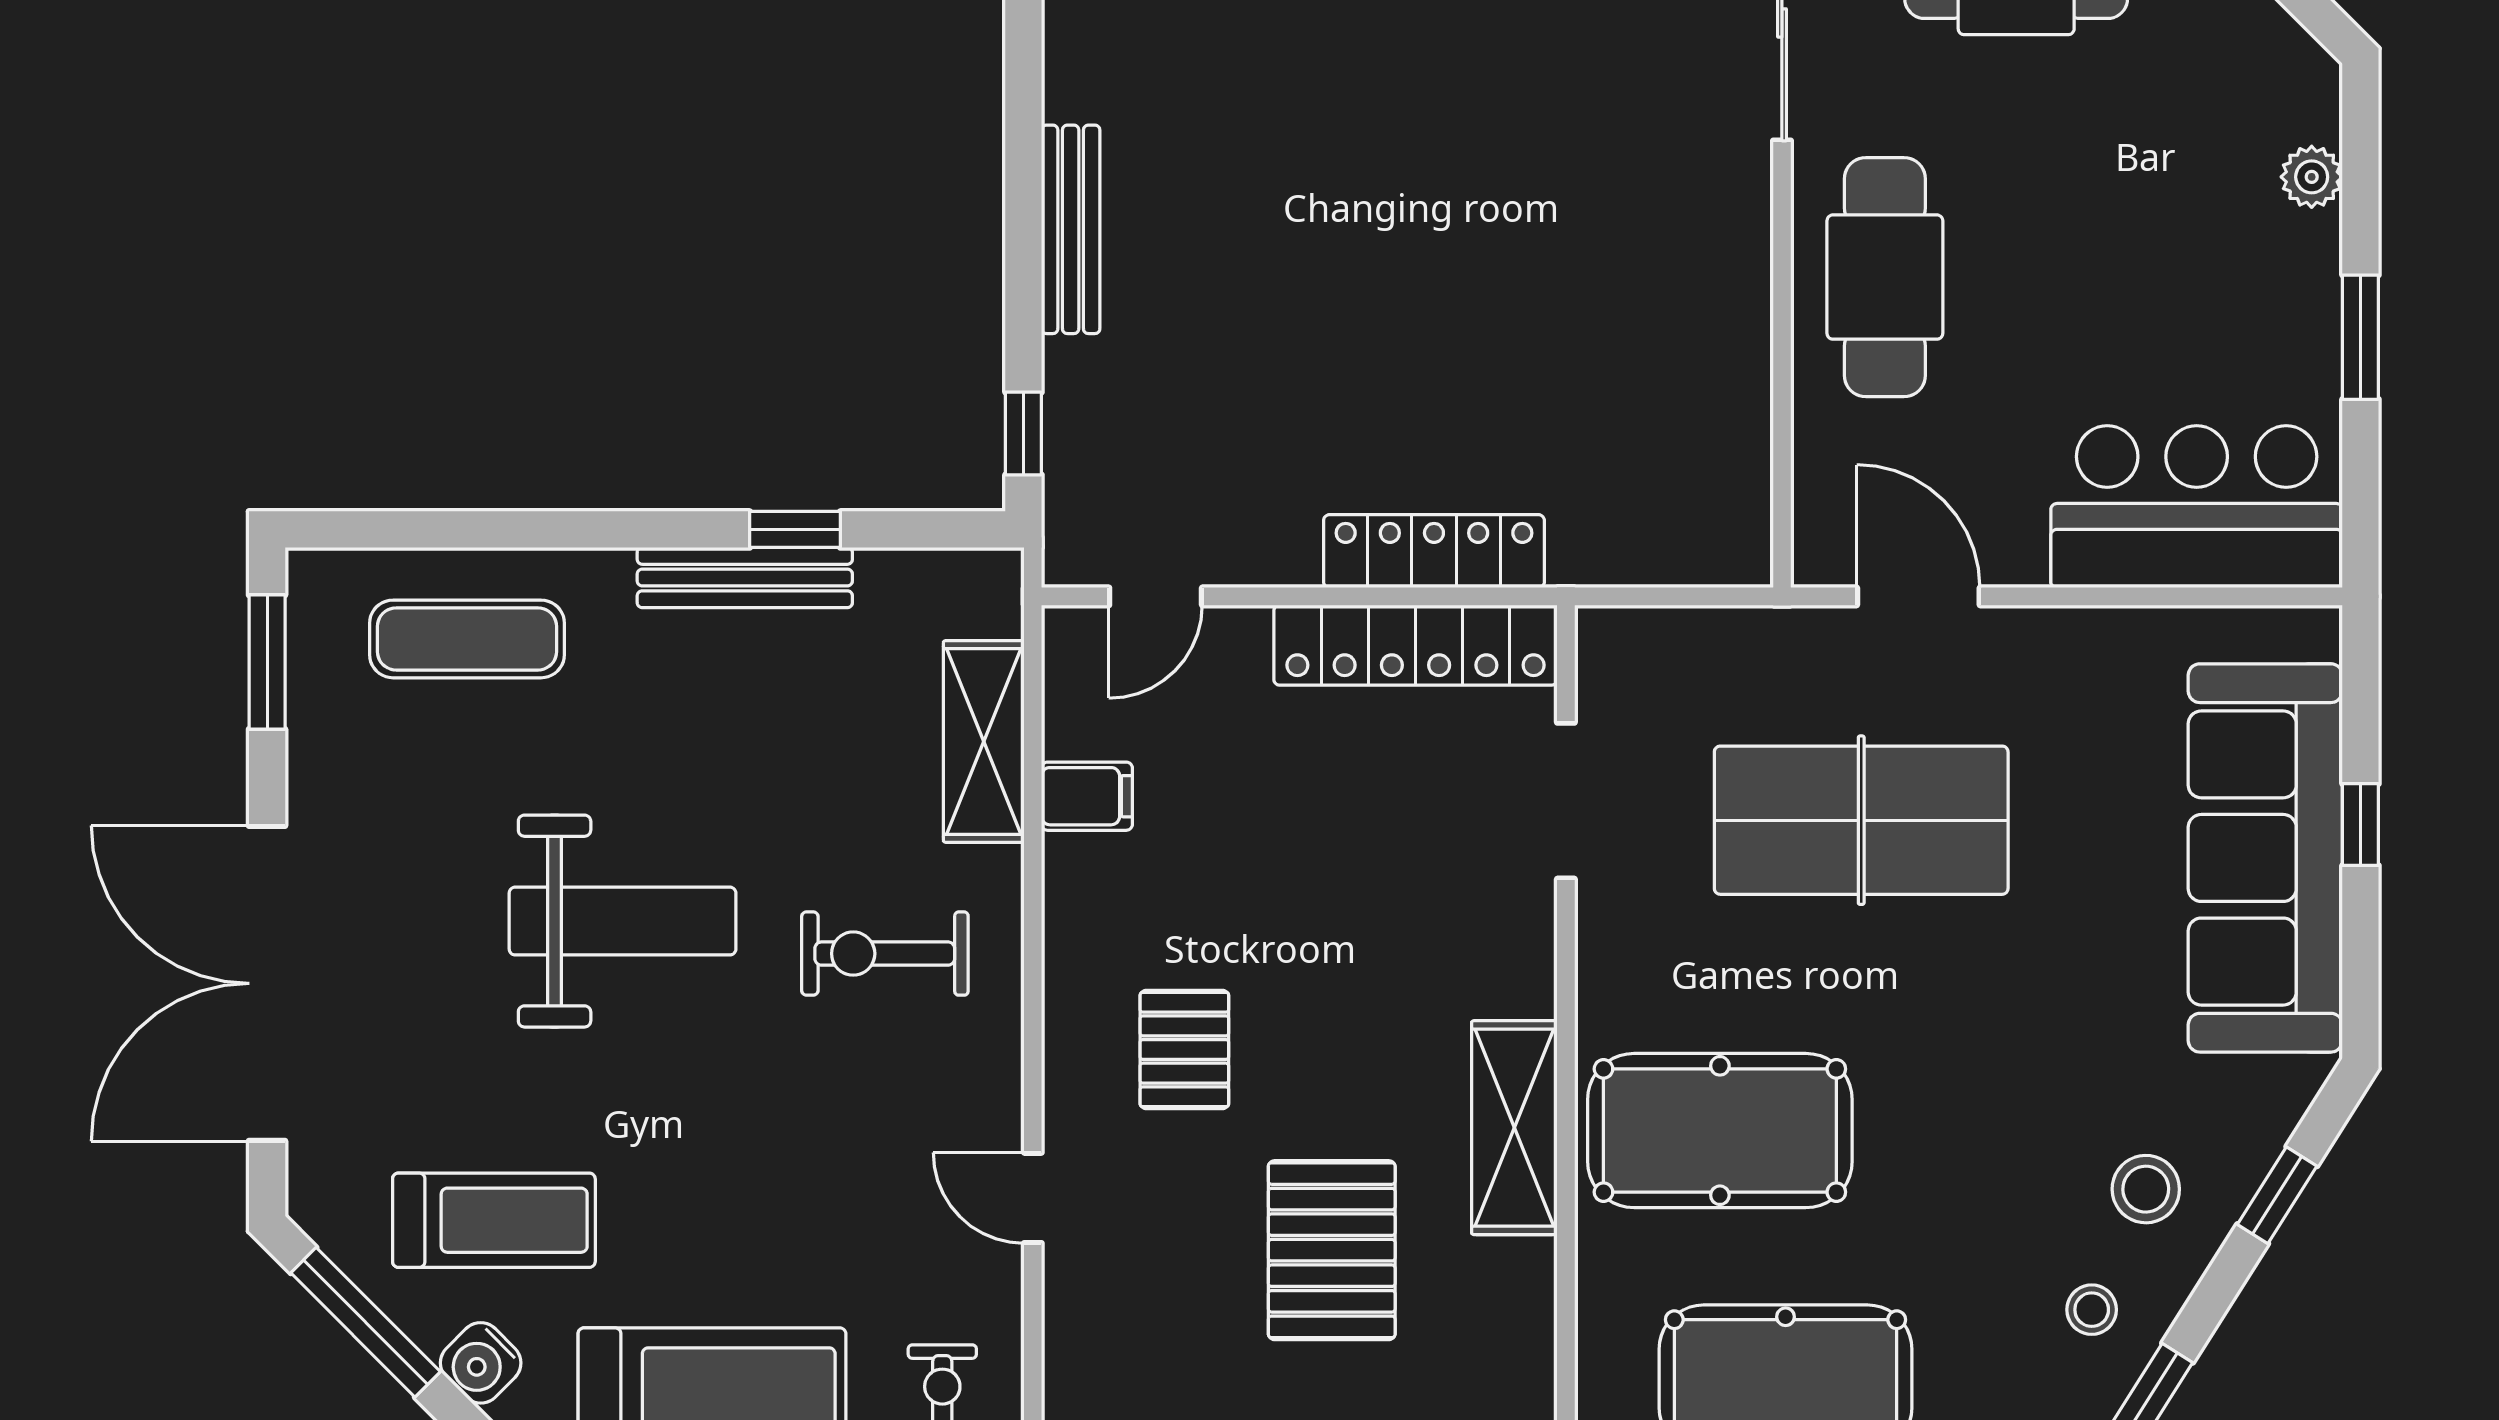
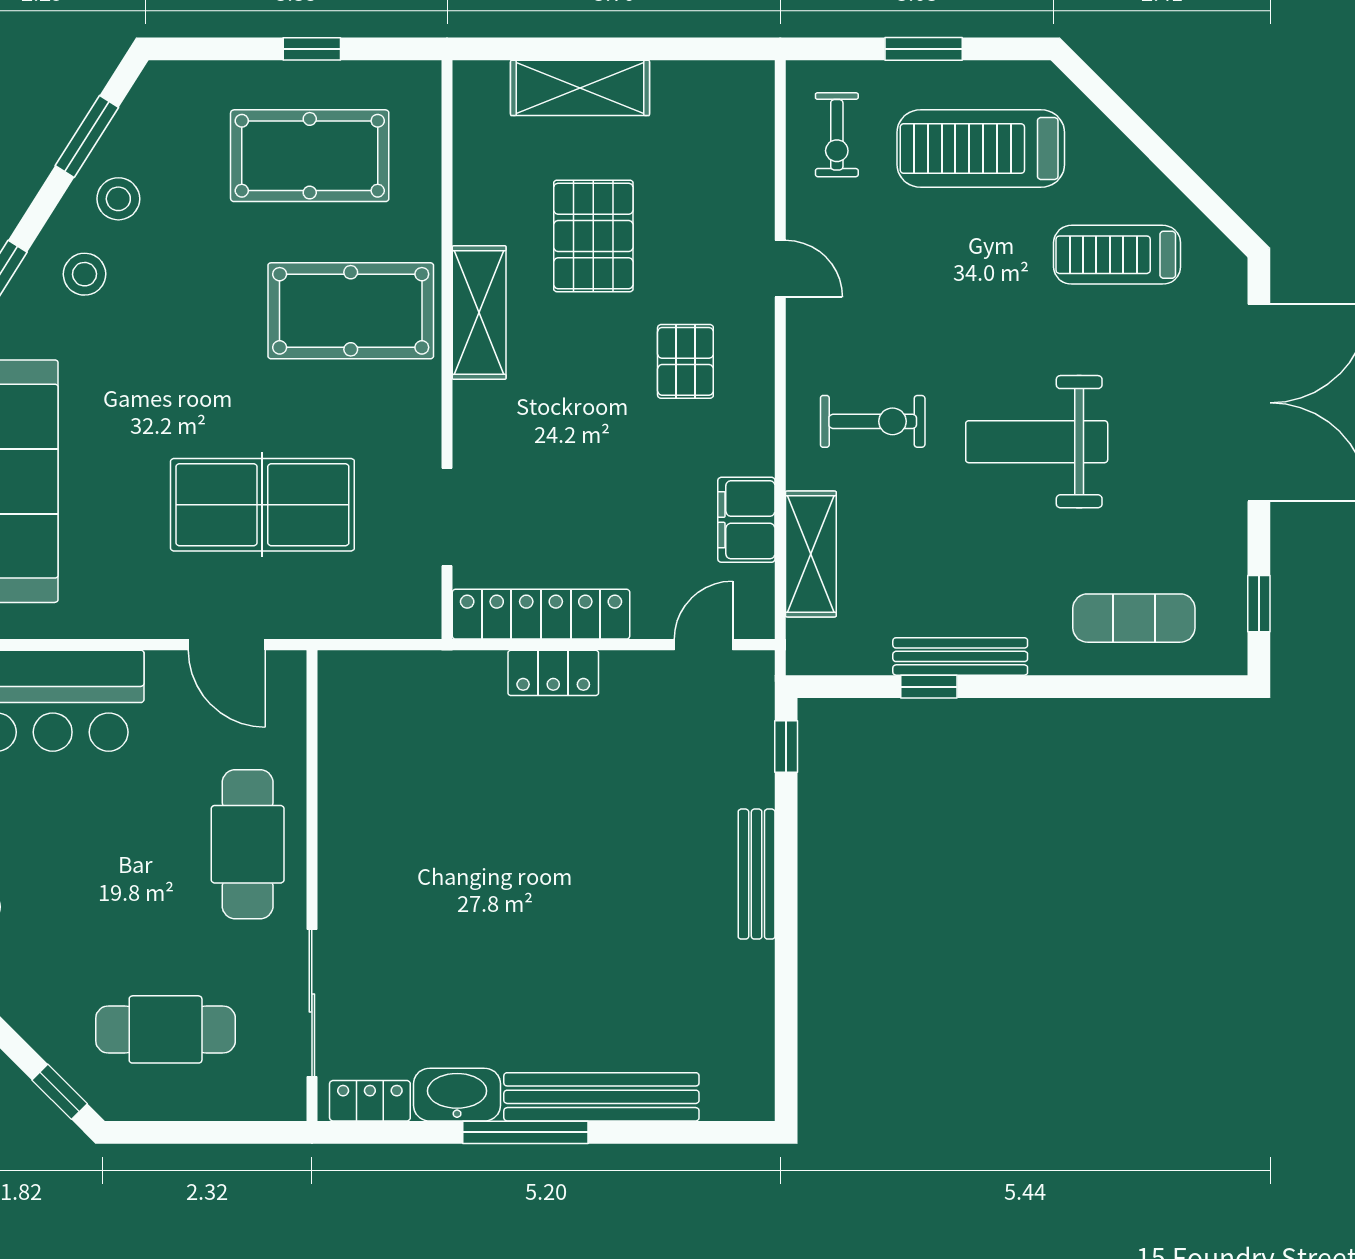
locker: (1434, 551) -> (553, 673), width x0.66
window: (267, 662) -> (1259, 604), width x0.67
filing cabinet: (1087, 796) -> (746, 520), width x2.00
stool: (2092, 1310) -> (118, 199), width x1.37, depth x1.37
window: (366, 1322) -> (1197, 191), removed
water cooler: (481, 1363) -> (1125, 165), removed

